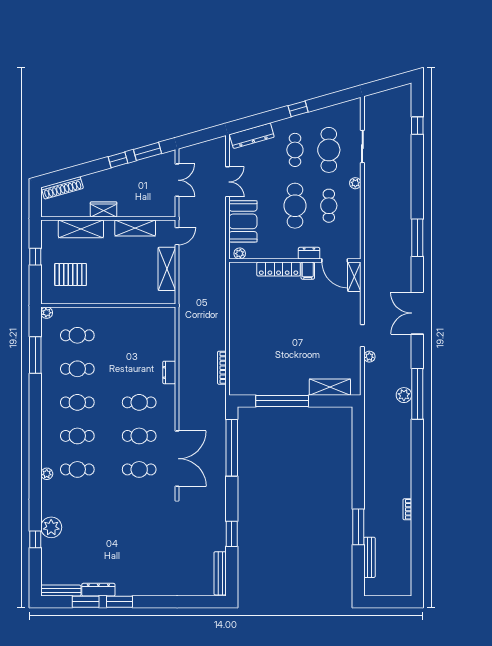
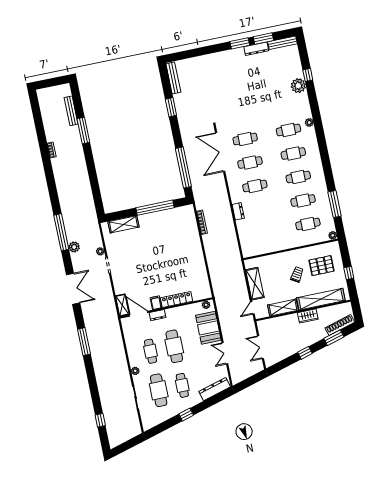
window: (147, 151) -> (334, 338), moved
shelving: (81, 229) -> (321, 299), width x1.47
trolley: (107, 269) -> (297, 275), added
plant: (404, 395) -> (74, 247), moved

